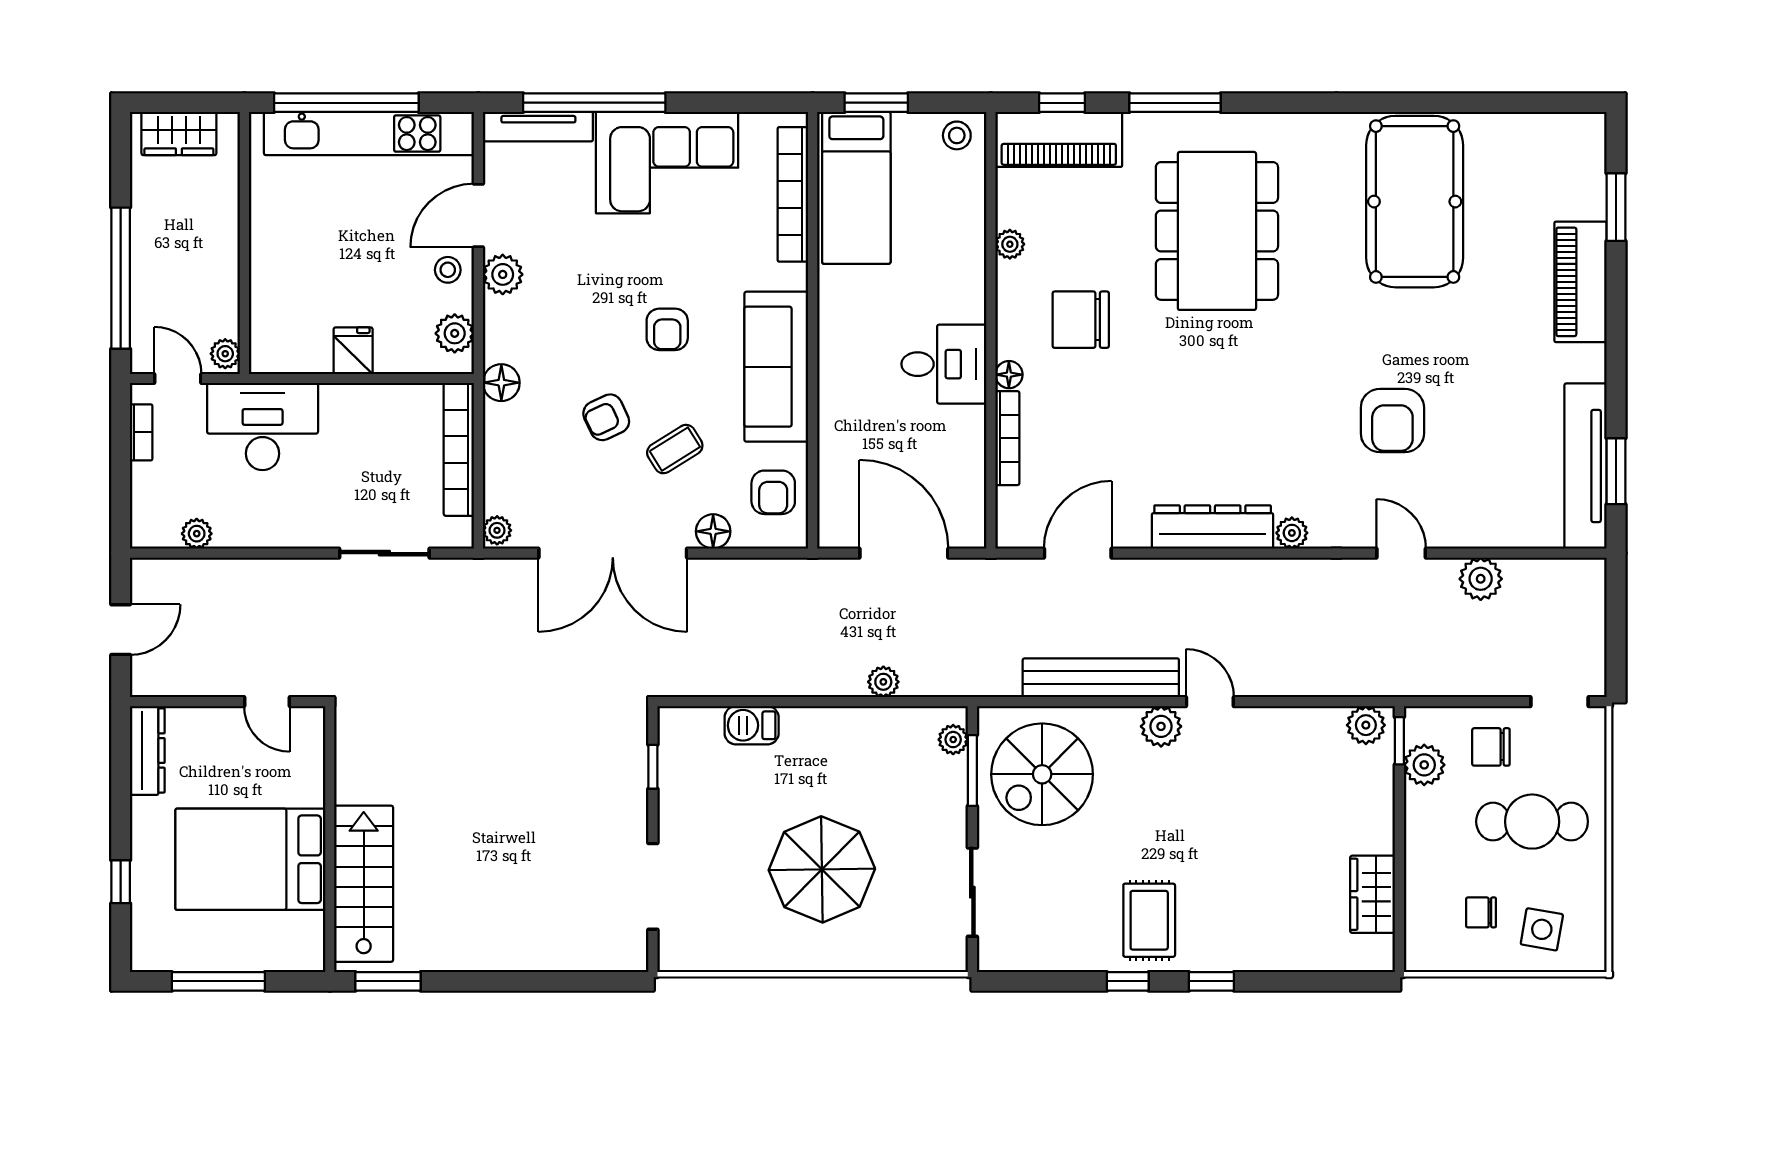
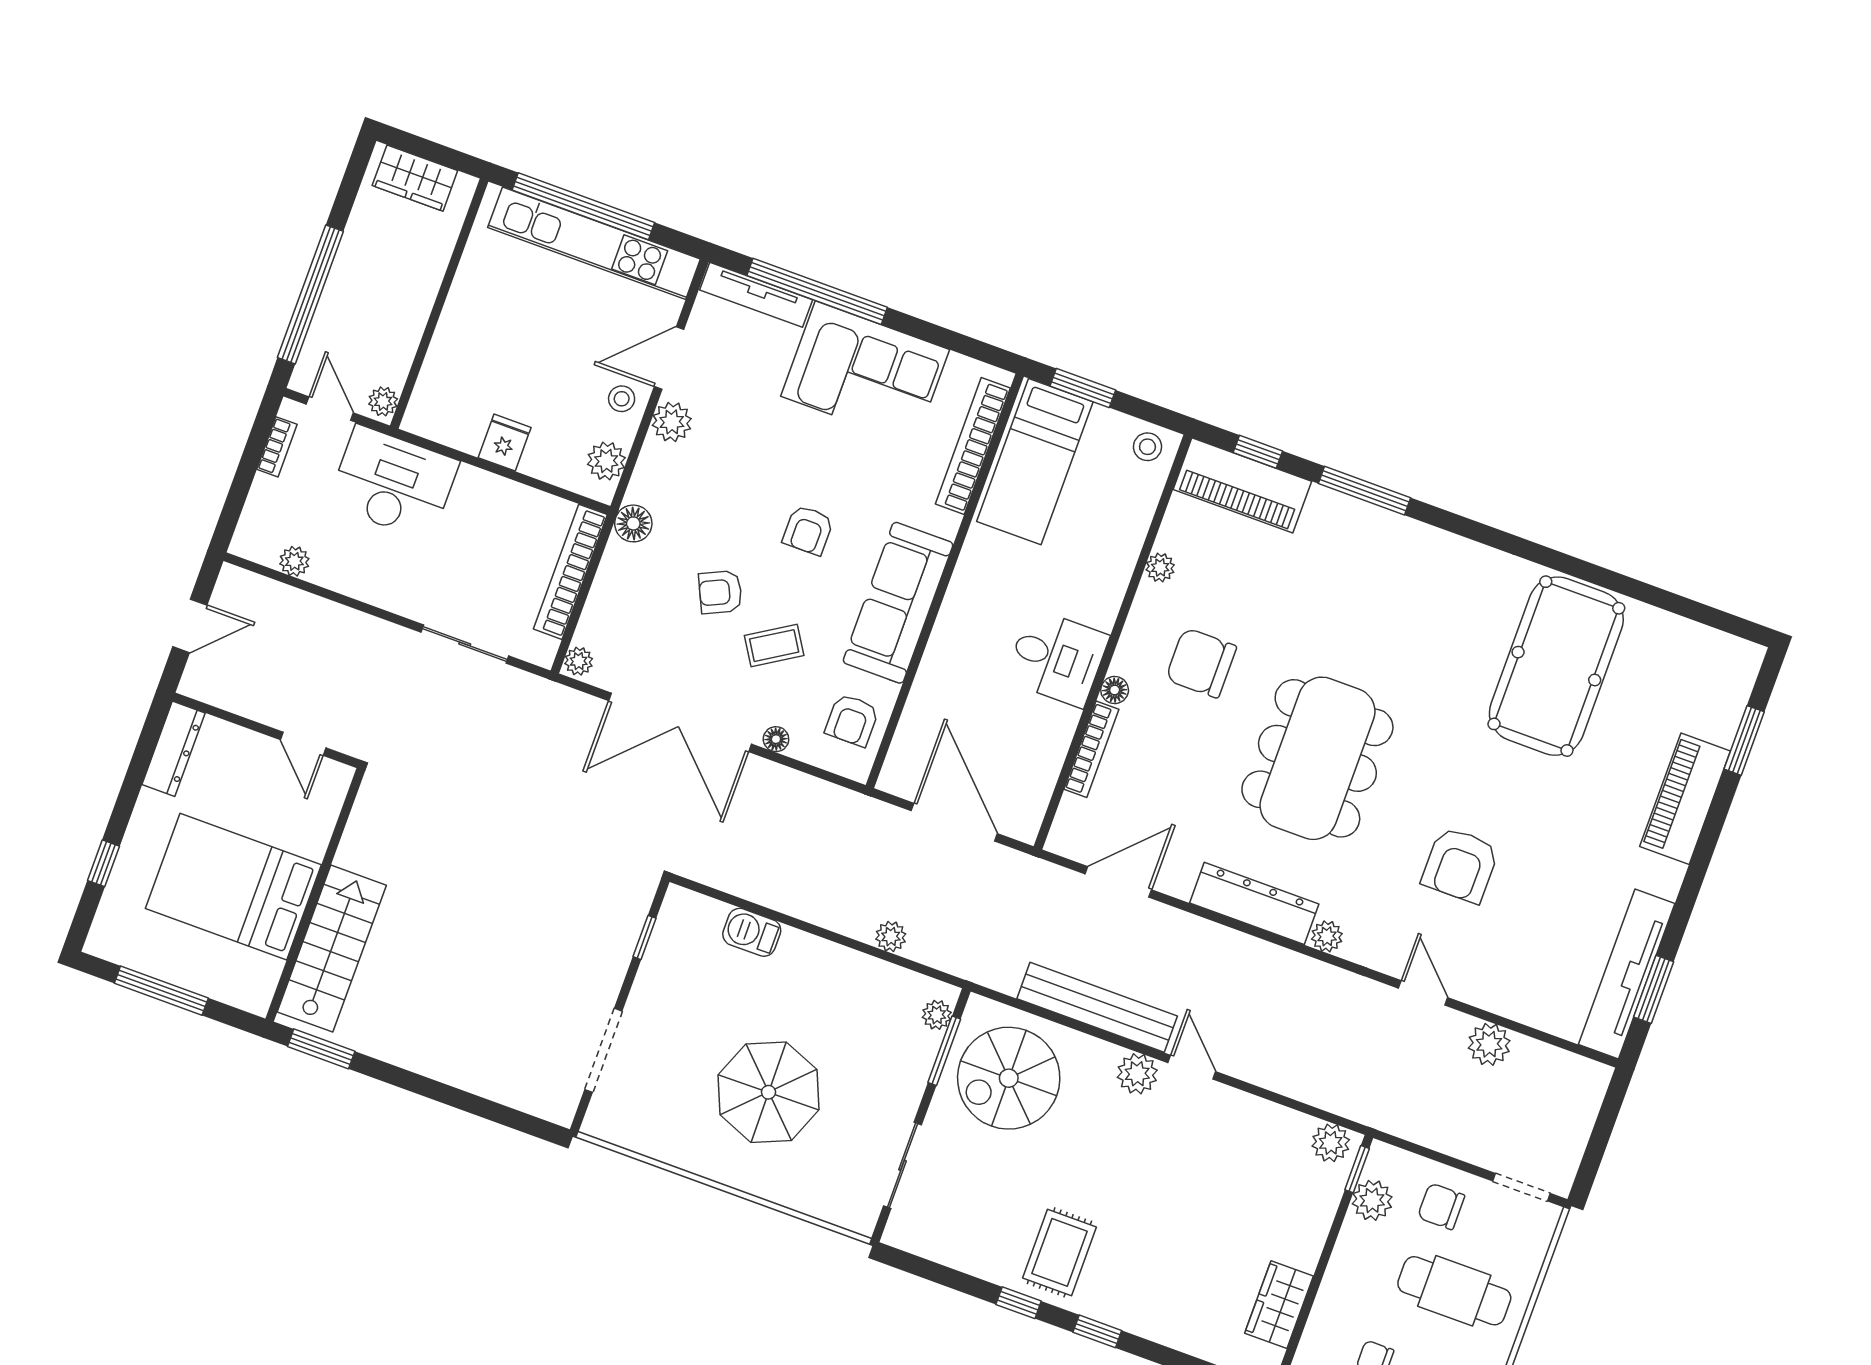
dining table: (1217, 231) -> (1317, 758), moved
floor lamp: (713, 531) -> (776, 739), width x0.73, depth x0.73

